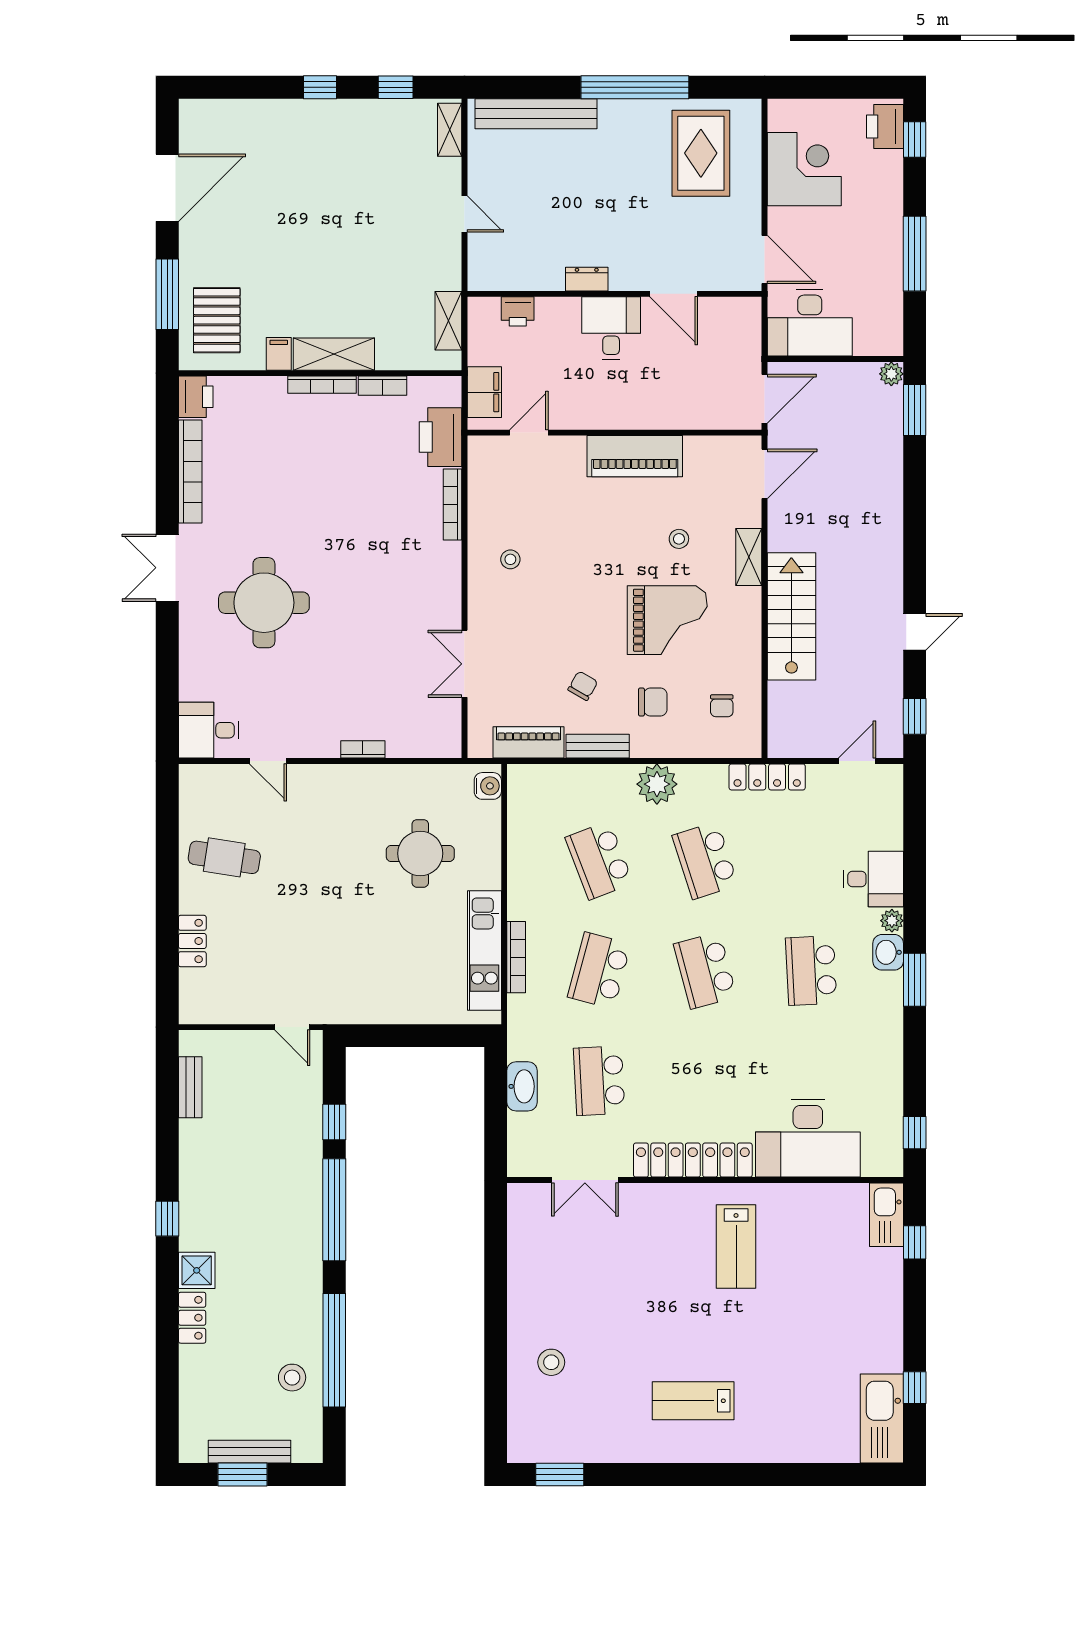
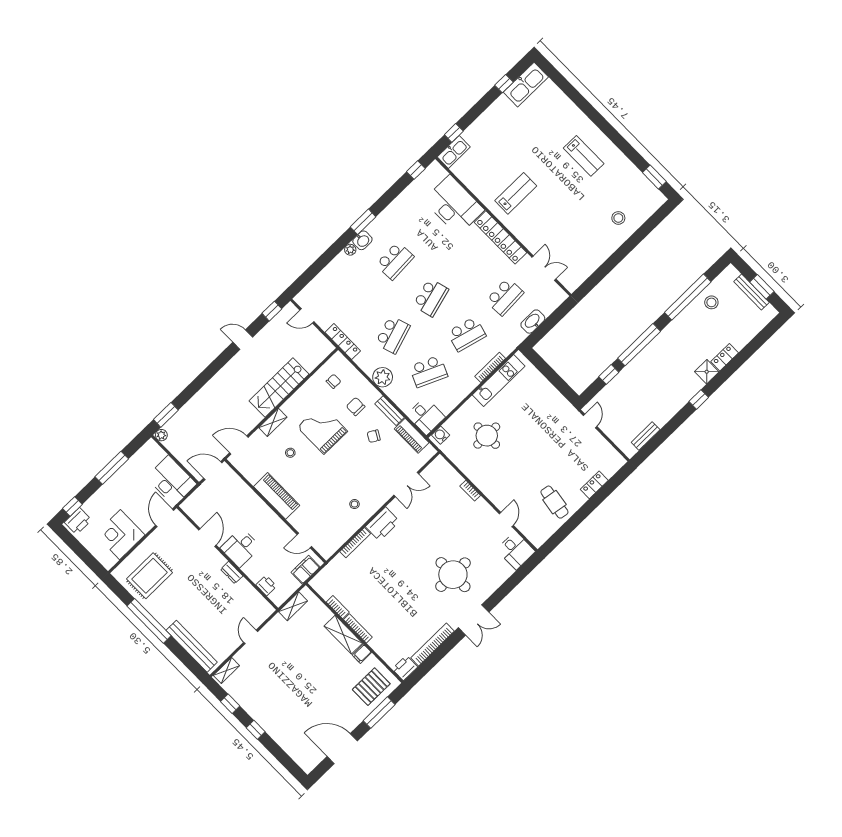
printer: (440, 437) -> (382, 524), moved
school desk: (599, 860) -> (429, 371), turned 45
desk: (873, 879) -> (426, 416), moved, turned 180

